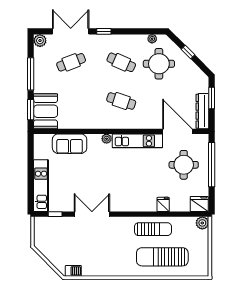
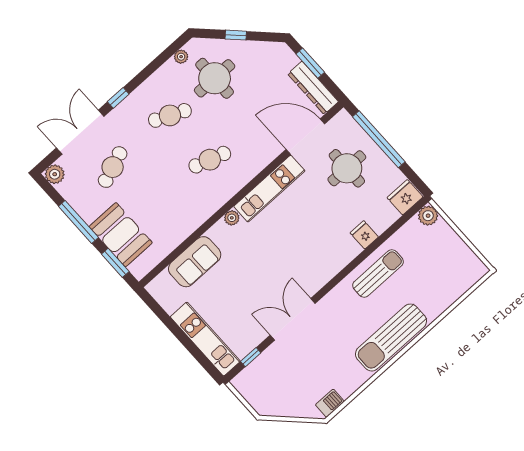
booth: (46, 111) -> (121, 235), moved
sun lounger: (162, 257) -> (391, 338), moved

